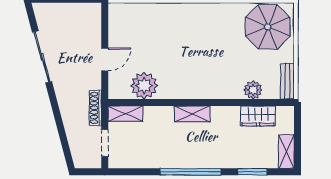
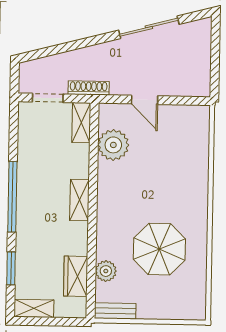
parasol: (268, 27) -> (159, 249), moved

